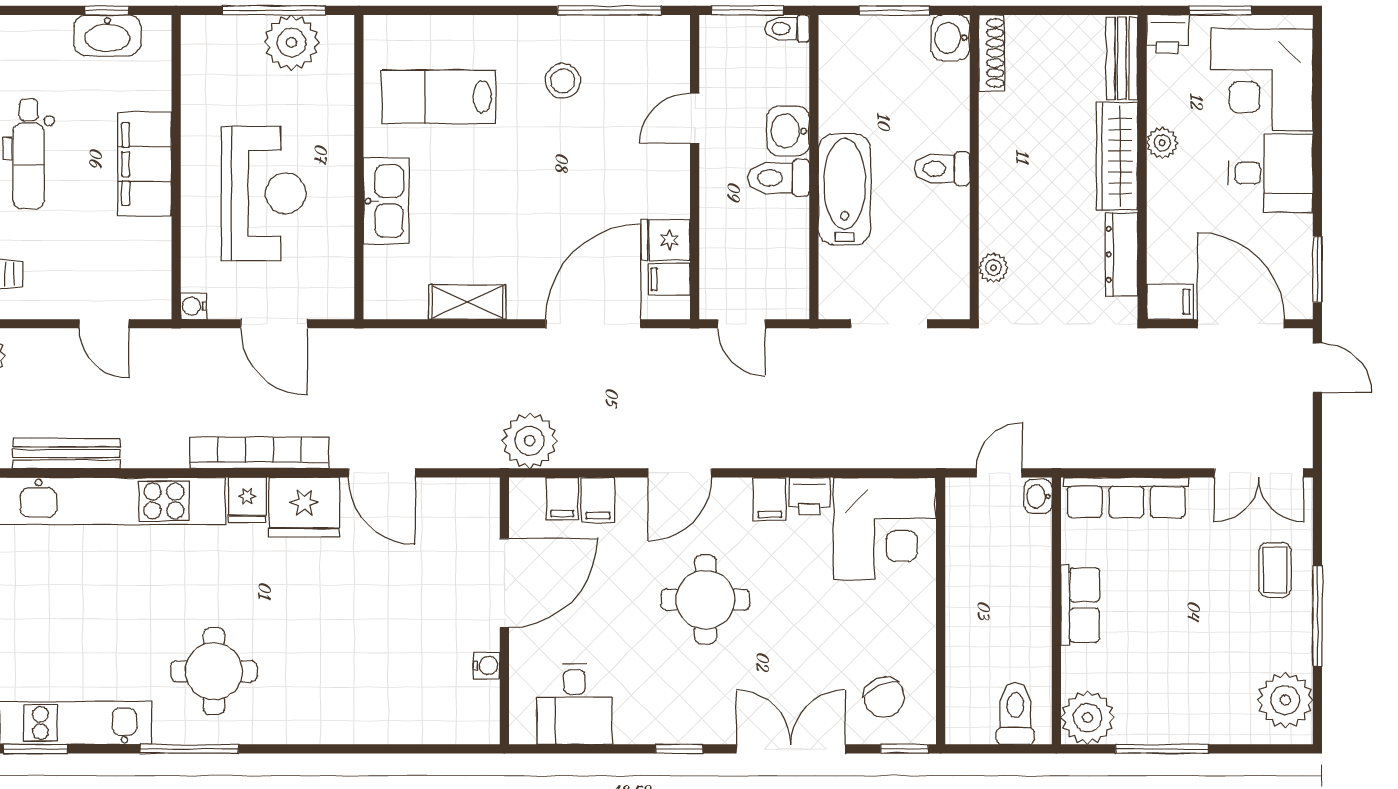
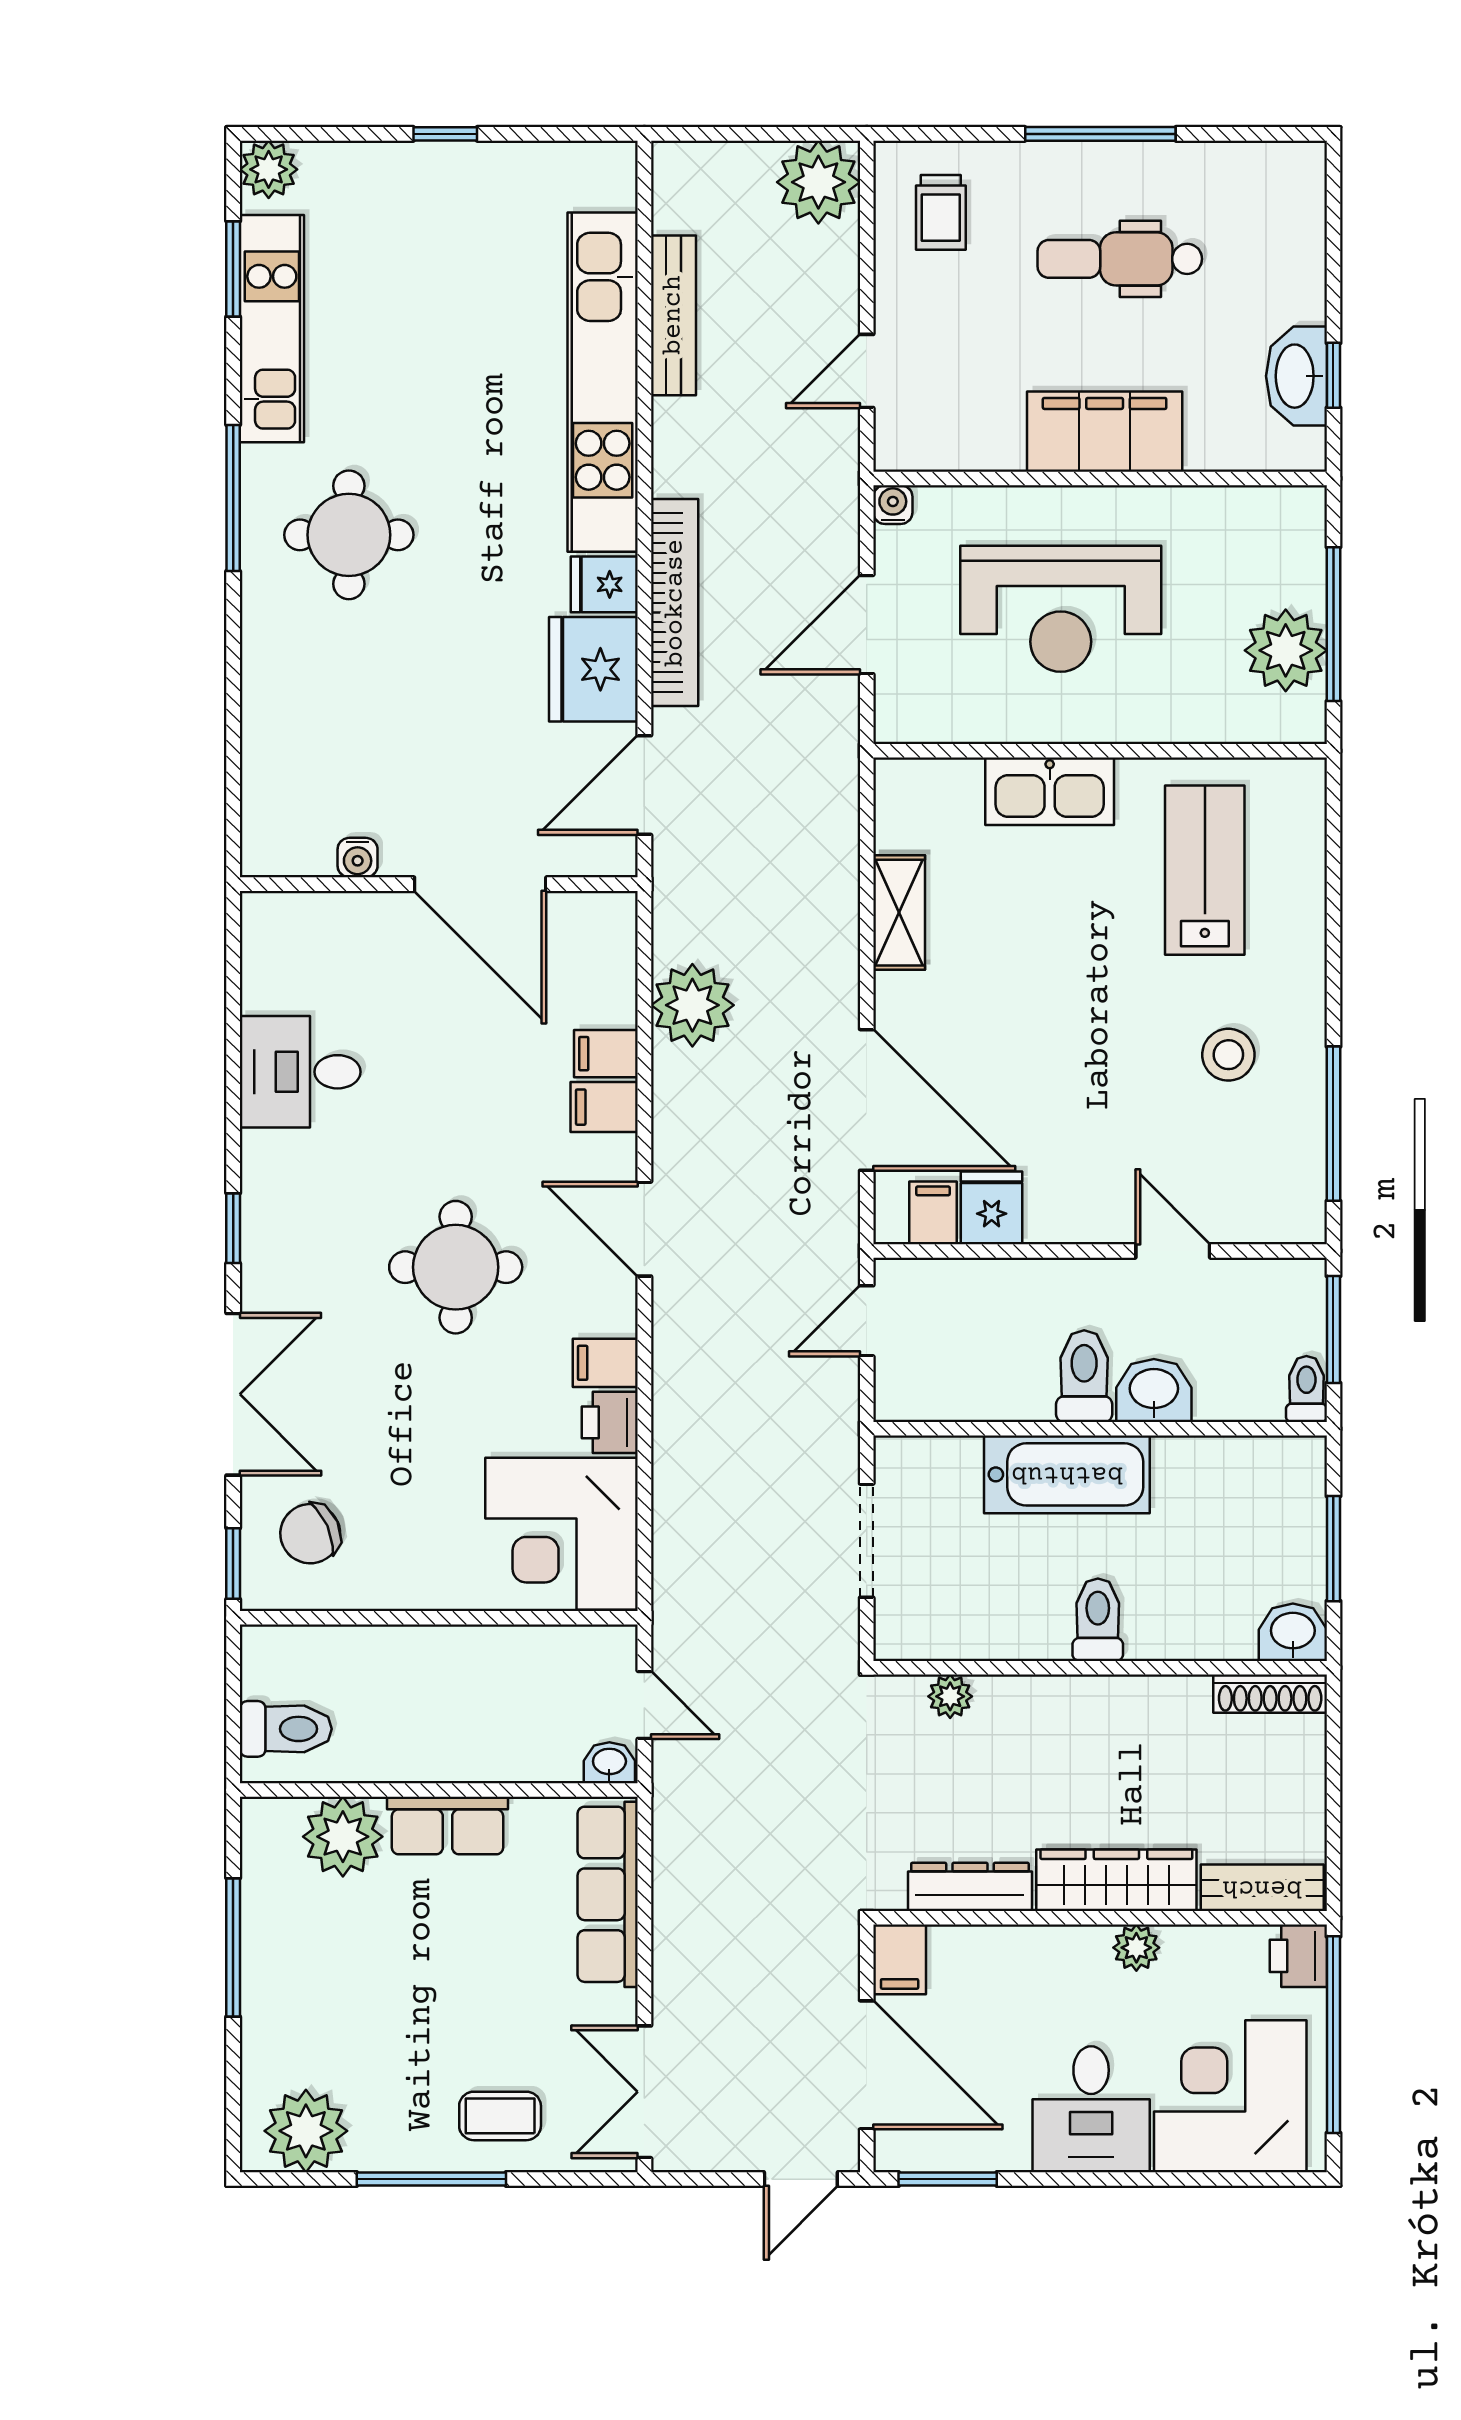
window: (1221, 10) -> (1333, 2035), width x2.11
door: (1241, 324) -> (867, 2065), hinge flipped
door: (504, 583) -> (480, 884), moved
wall: (504, 611) -> (439, 884), moved
water cooler: (486, 665) -> (358, 858), moved
plant: (1088, 718) -> (343, 1837), moved

